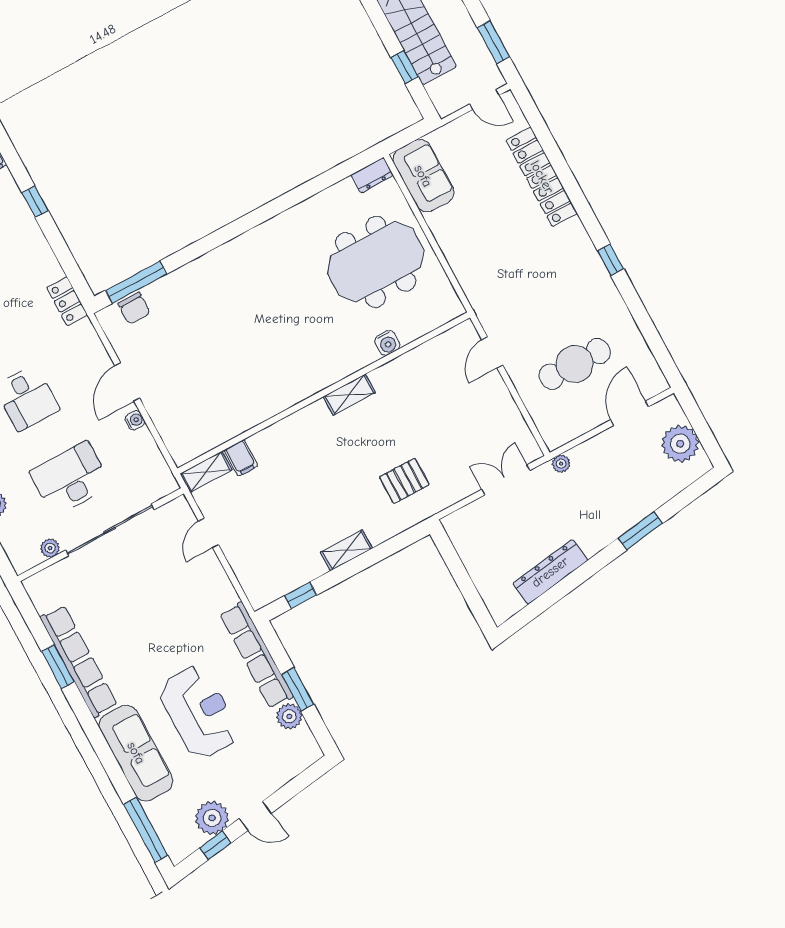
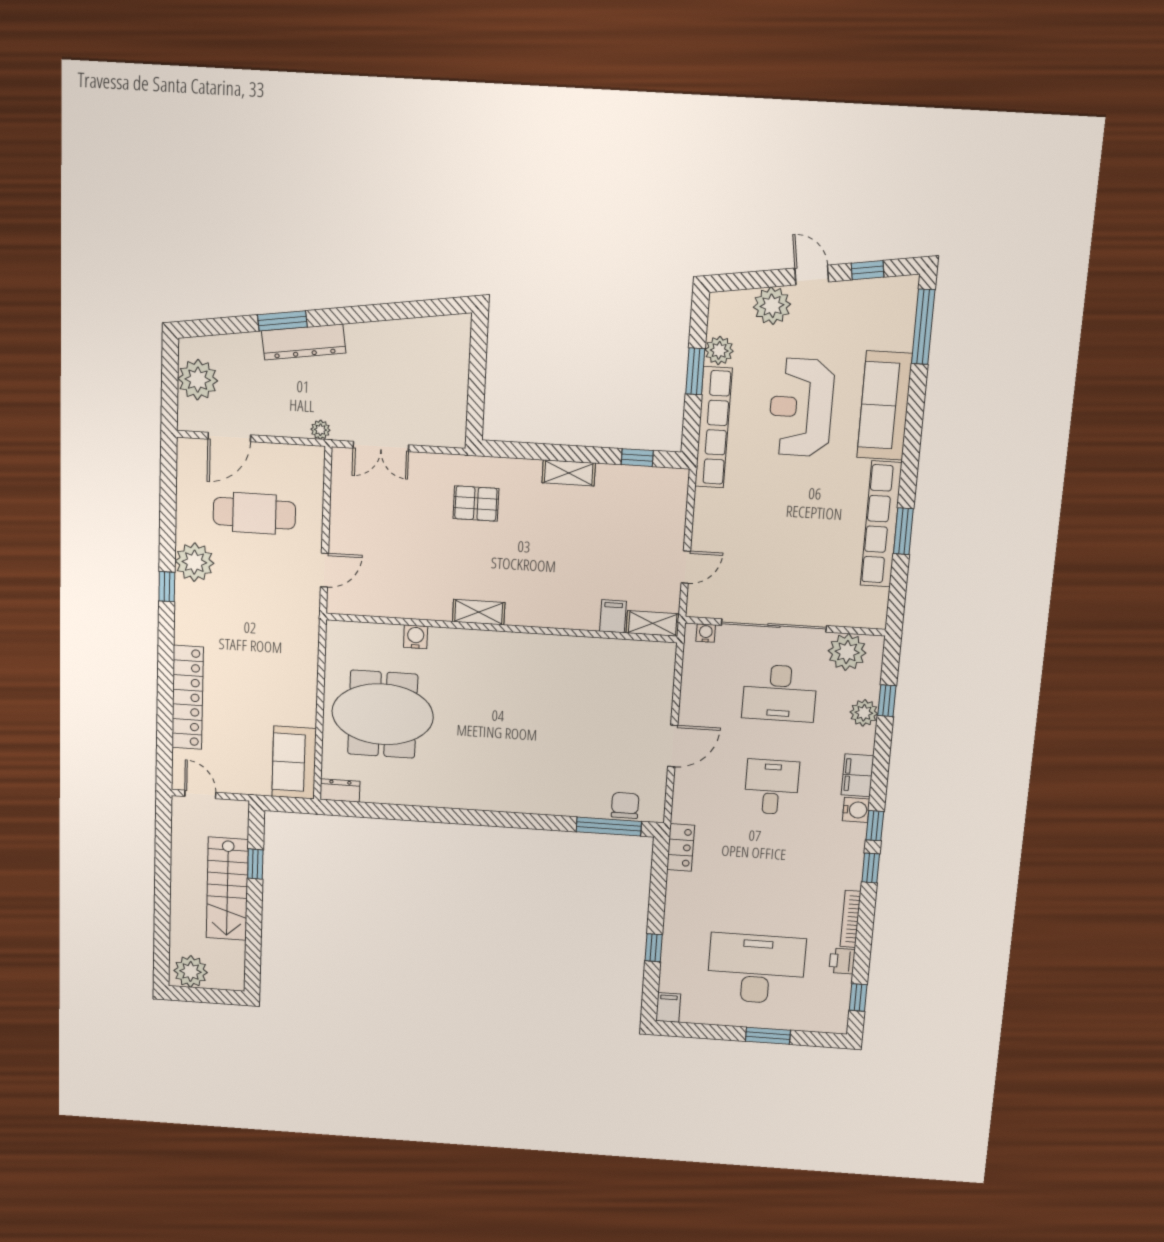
window: (493, 42) -> (163, 838), removed
plant: (600, 294) -> (194, 562), added
water cooler: (135, 420) -> (706, 633), moved, turned 90
plant: (50, 548) -> (847, 652), width x1.88, depth x1.88
dresser: (550, 572) -> (304, 342), moved
plant: (212, 818) -> (772, 306), moved

